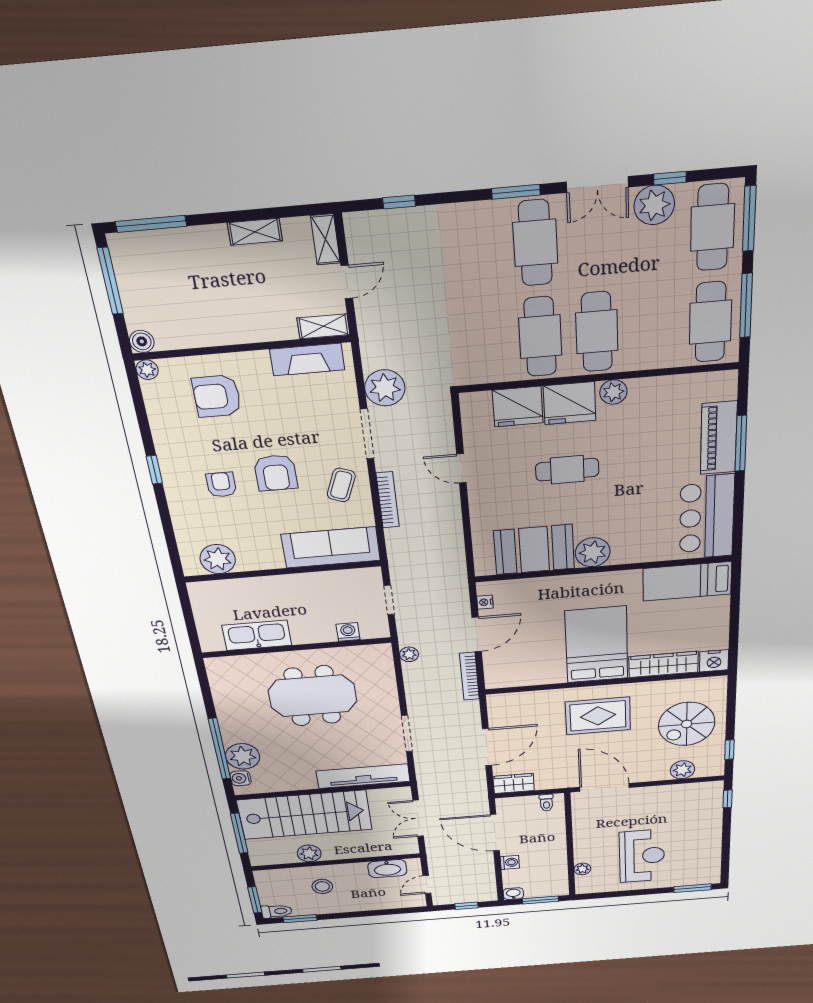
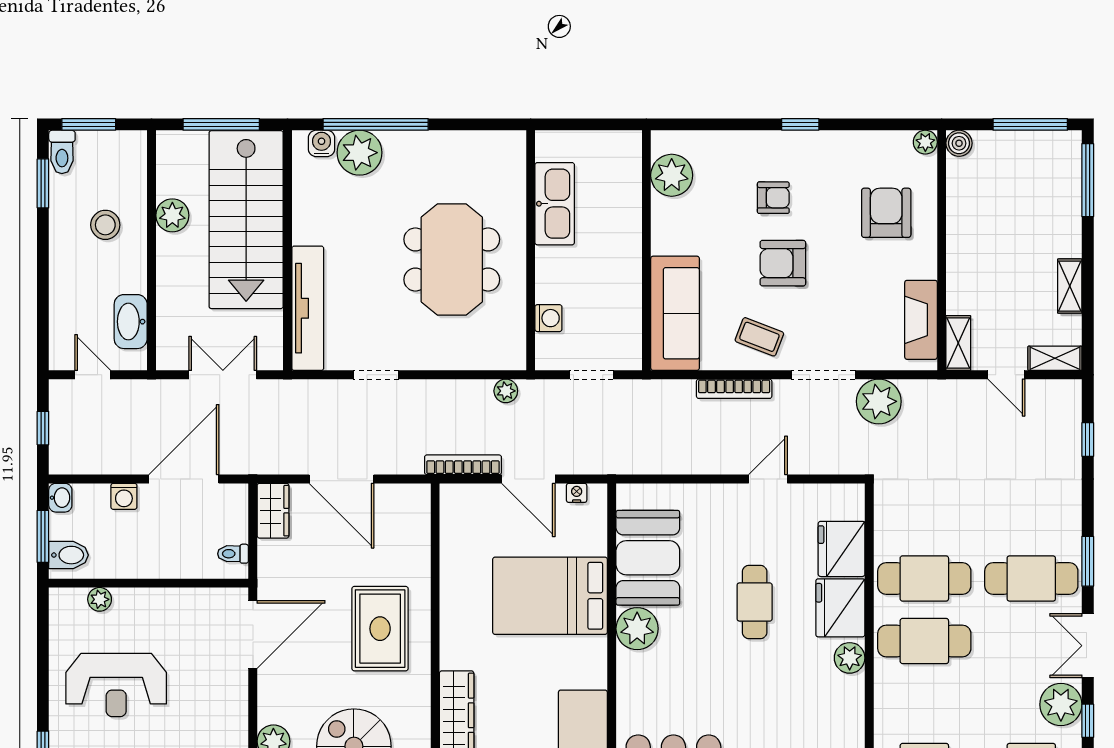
bed: (597, 645) -> (550, 596), moved, turned 180
doorway: (407, 734) -> (376, 375), width x0.73
bidet: (553, 887) -> (69, 555), added

